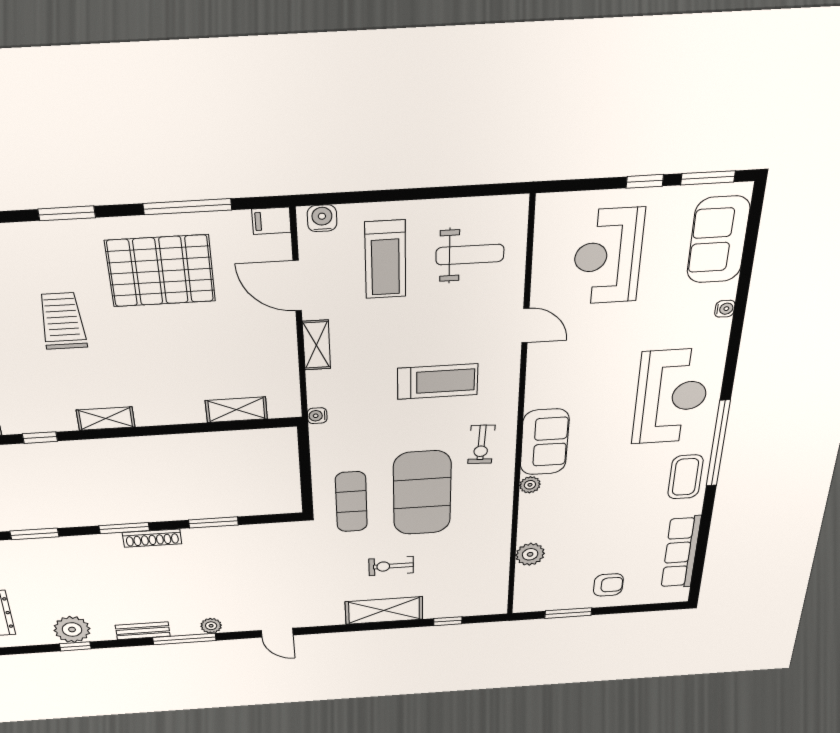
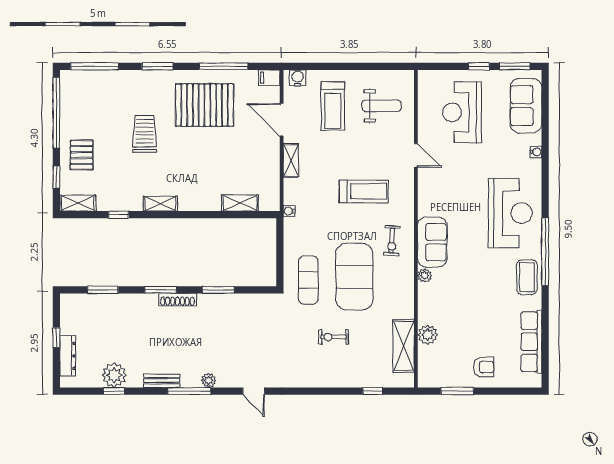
shelving: (384, 610) -> (404, 346), moved, turned 90

